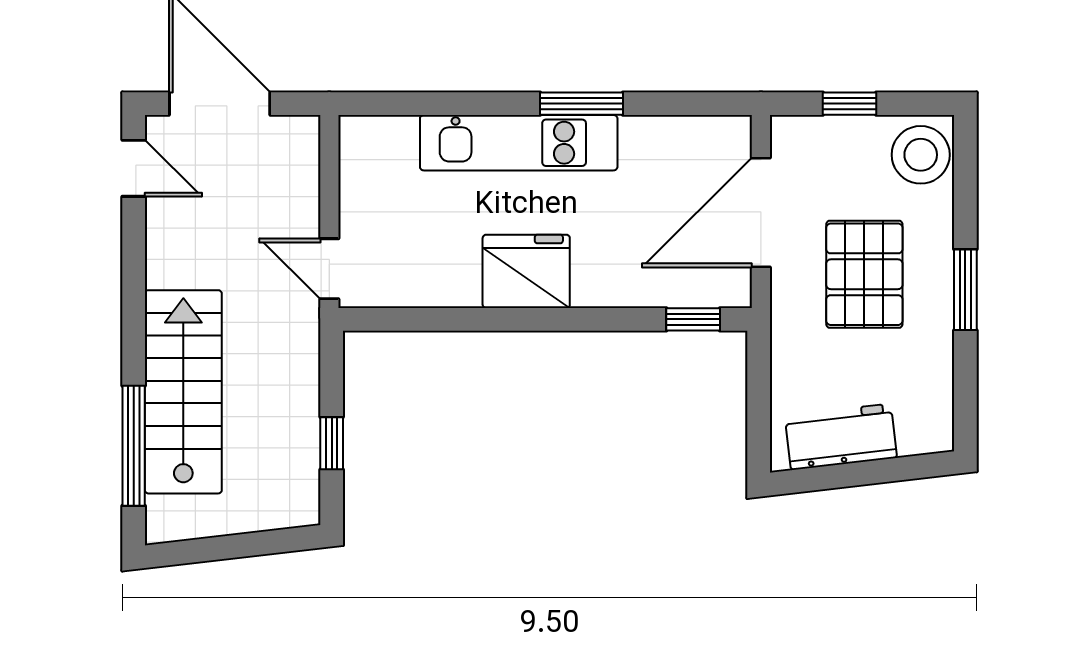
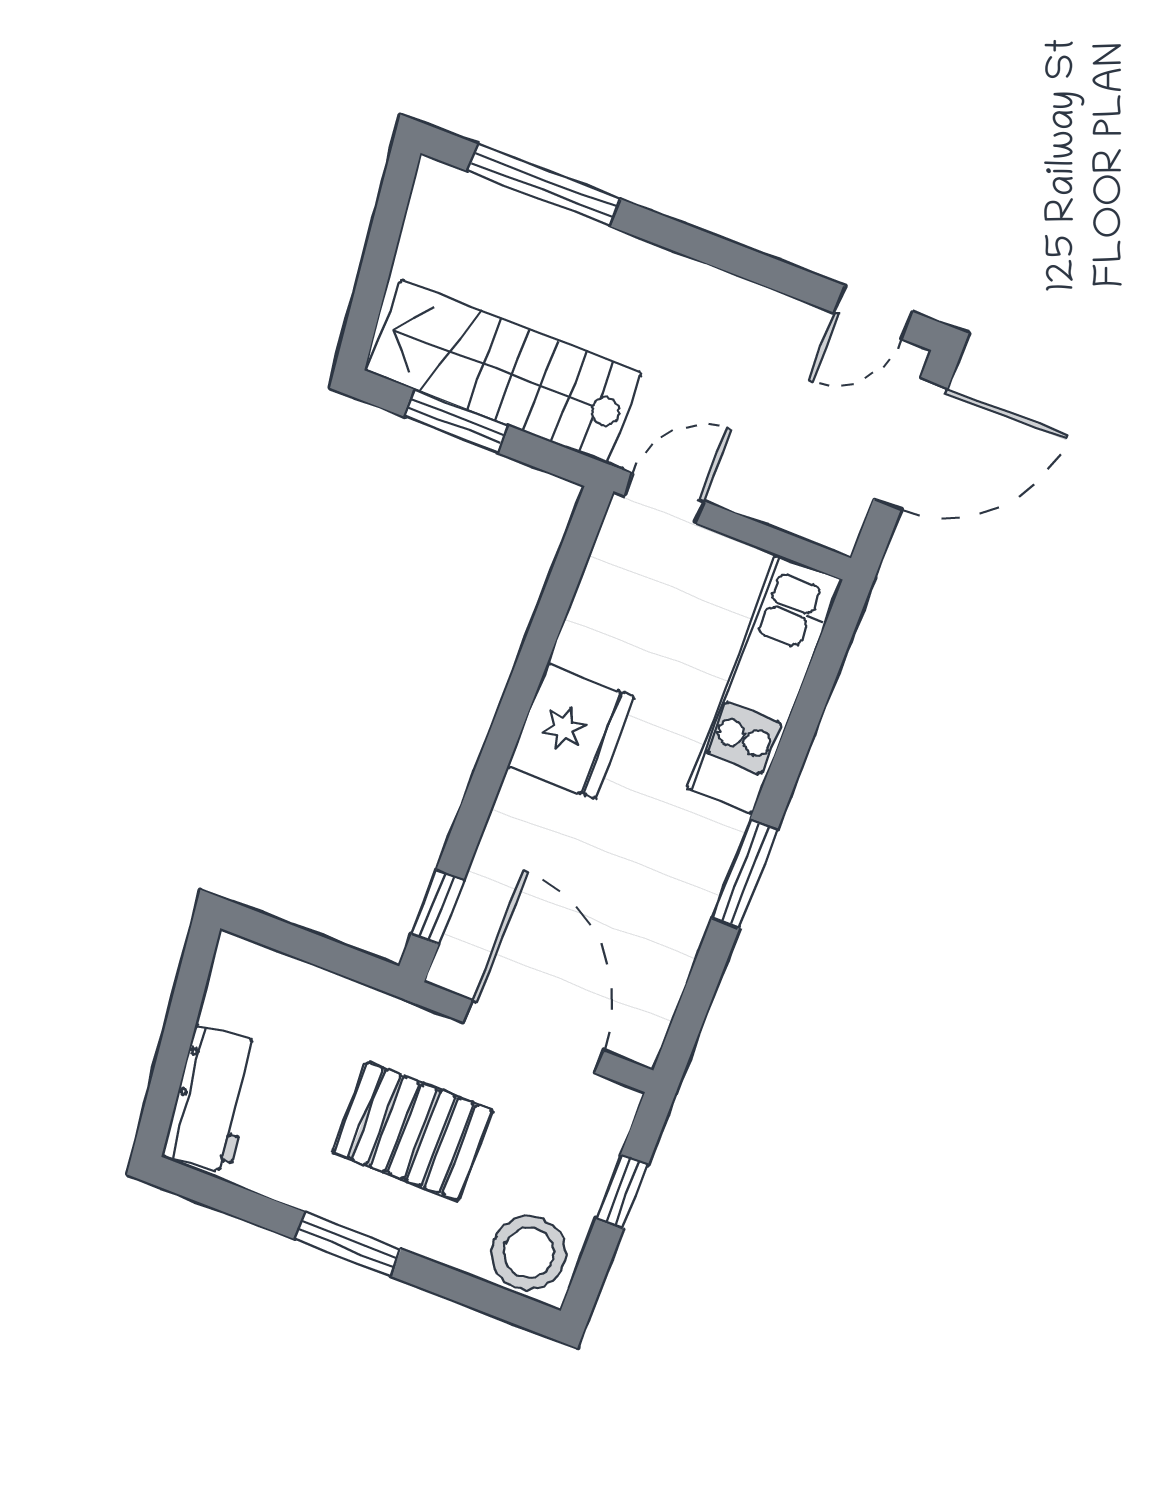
kitchen unit: (519, 143) -> (765, 684), moved
stairs: (183, 392) -> (504, 372), moved, turned 180
workbench: (841, 437) -> (212, 1099), moved
window: (332, 443) -> (456, 421), width x1.50

